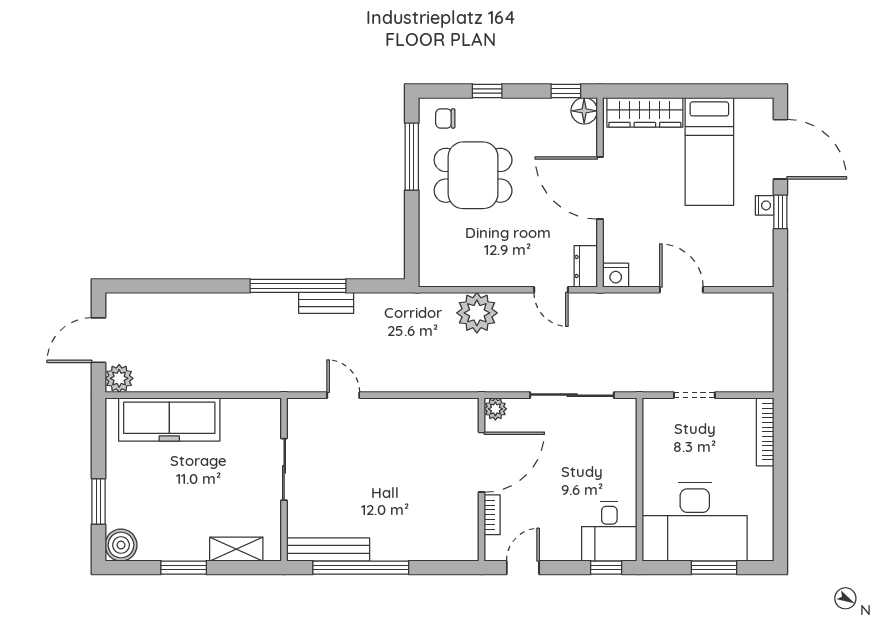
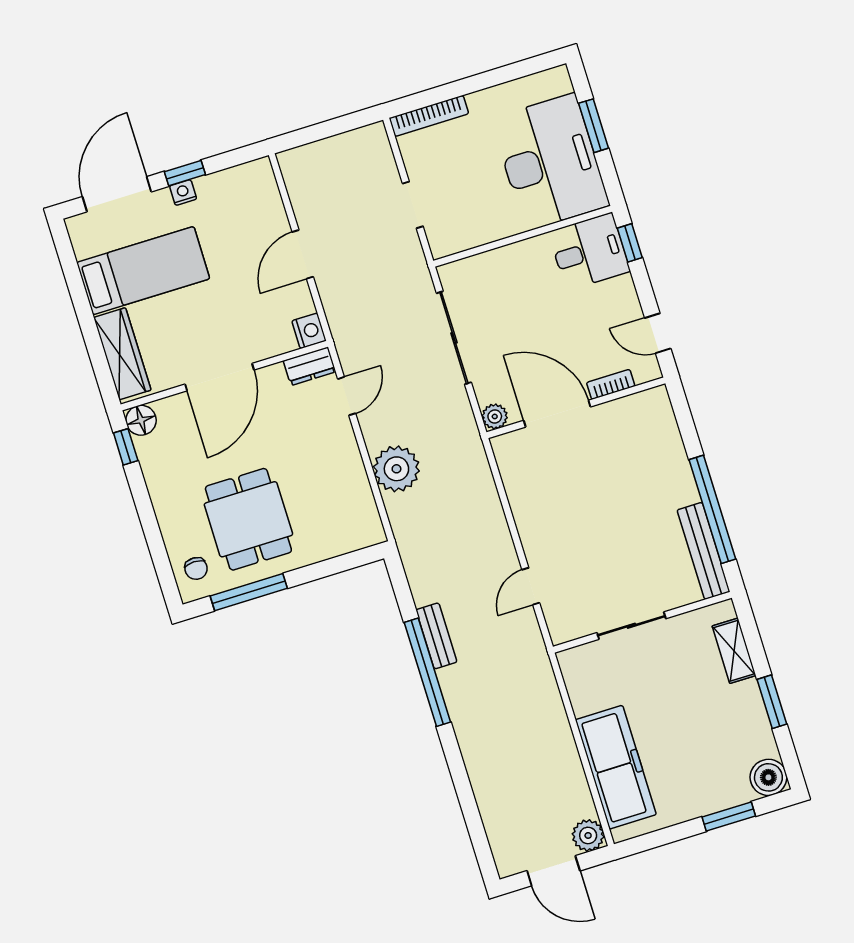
window: (487, 91) -> (152, 532), removed

